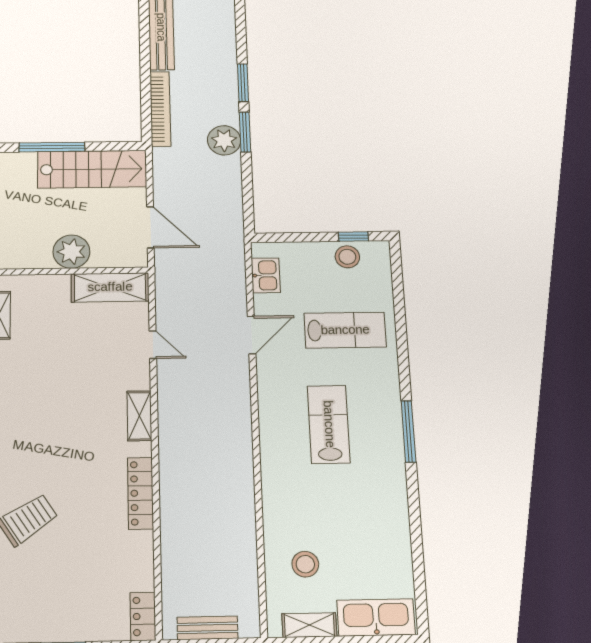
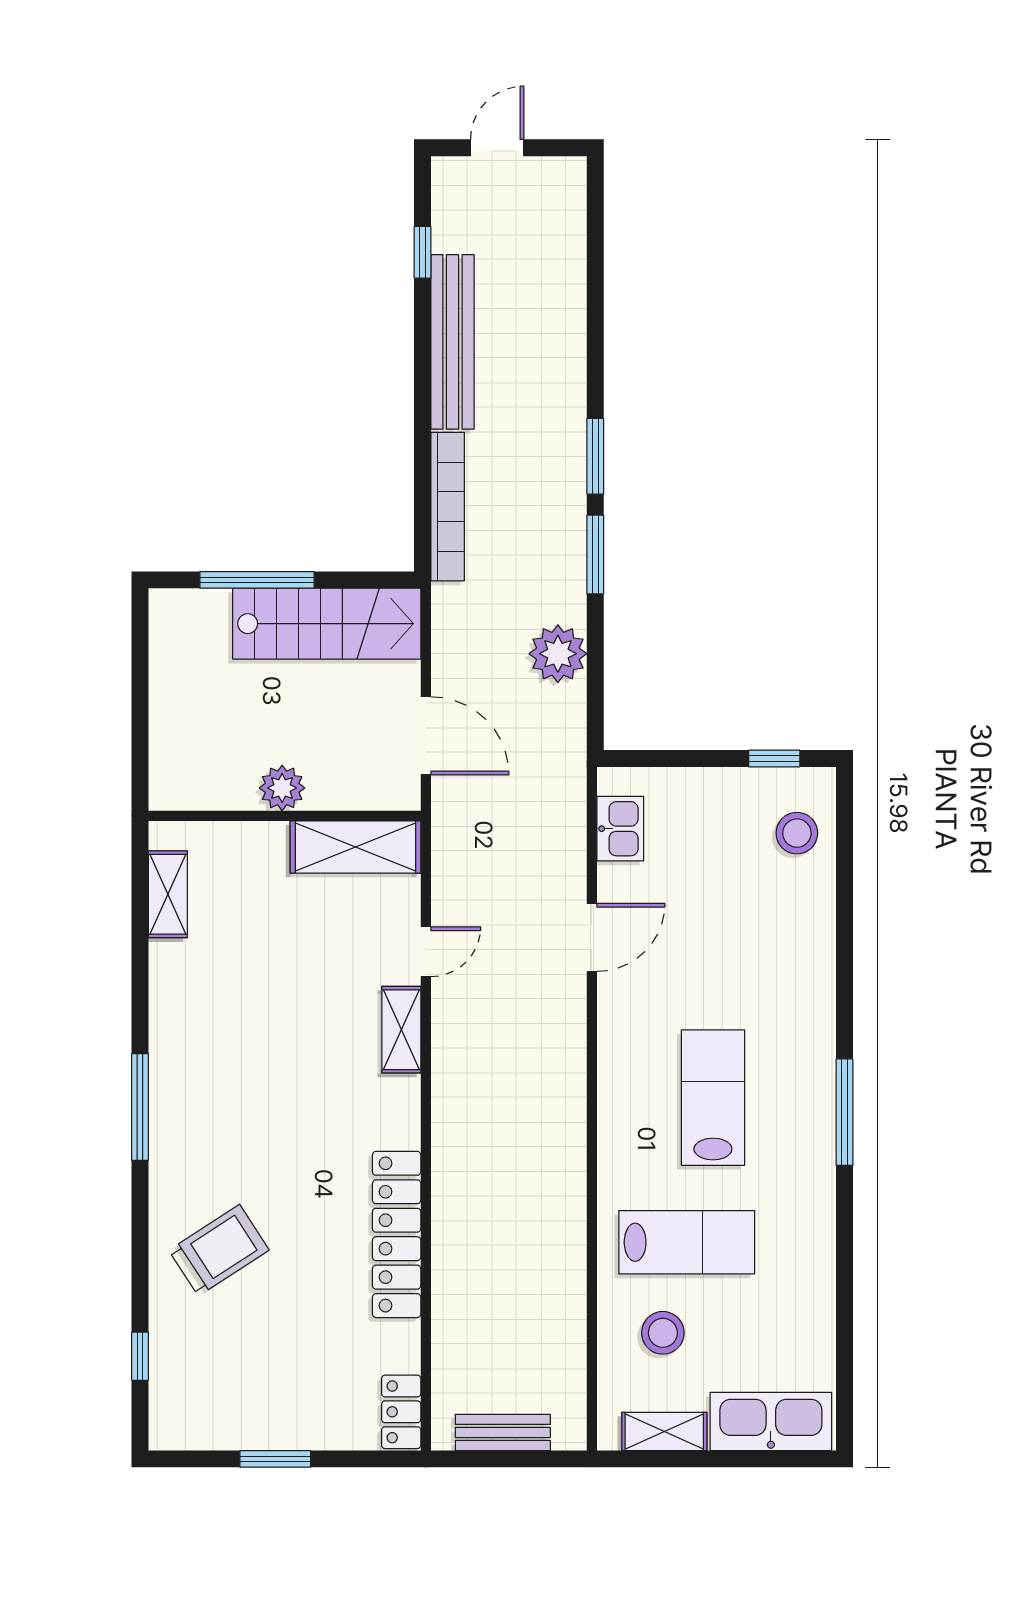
plant: (224, 140) -> (558, 654), moved
plant: (71, 252) -> (282, 788), width x0.73, depth x0.73
stool: (347, 257) -> (797, 833), moved
lab bench: (345, 330) -> (687, 1242), moved
door: (153, 345) -> (426, 952), hinge flipped
shelving: (139, 416) -> (401, 1030), moved
locker: (140, 493) -> (397, 1234), width x1.41, depth x1.21

